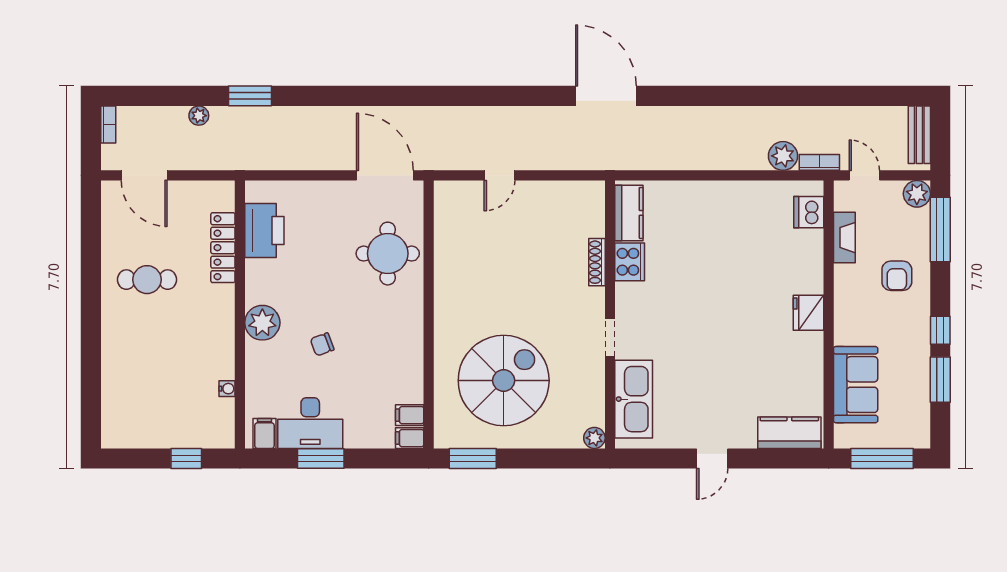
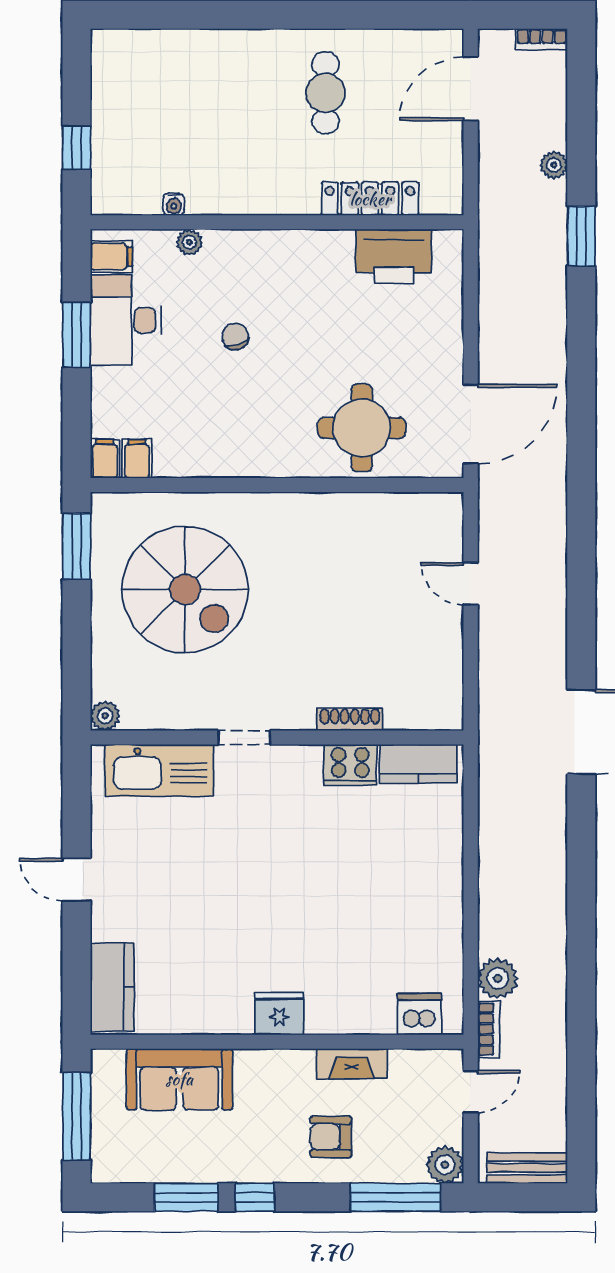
fireplace: (844, 238) -> (352, 1064), moved
plant: (262, 323) -> (189, 242), moved, width x0.53, depth x0.53

